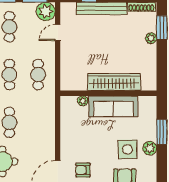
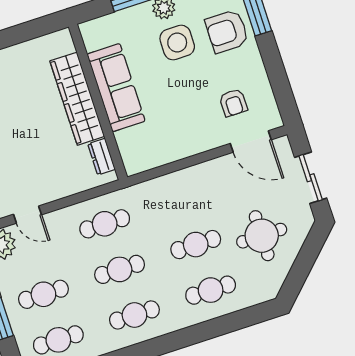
dresser: (77, 85) -> (101, 157), added
plant: (83, 101) -> (123, 139), removed

